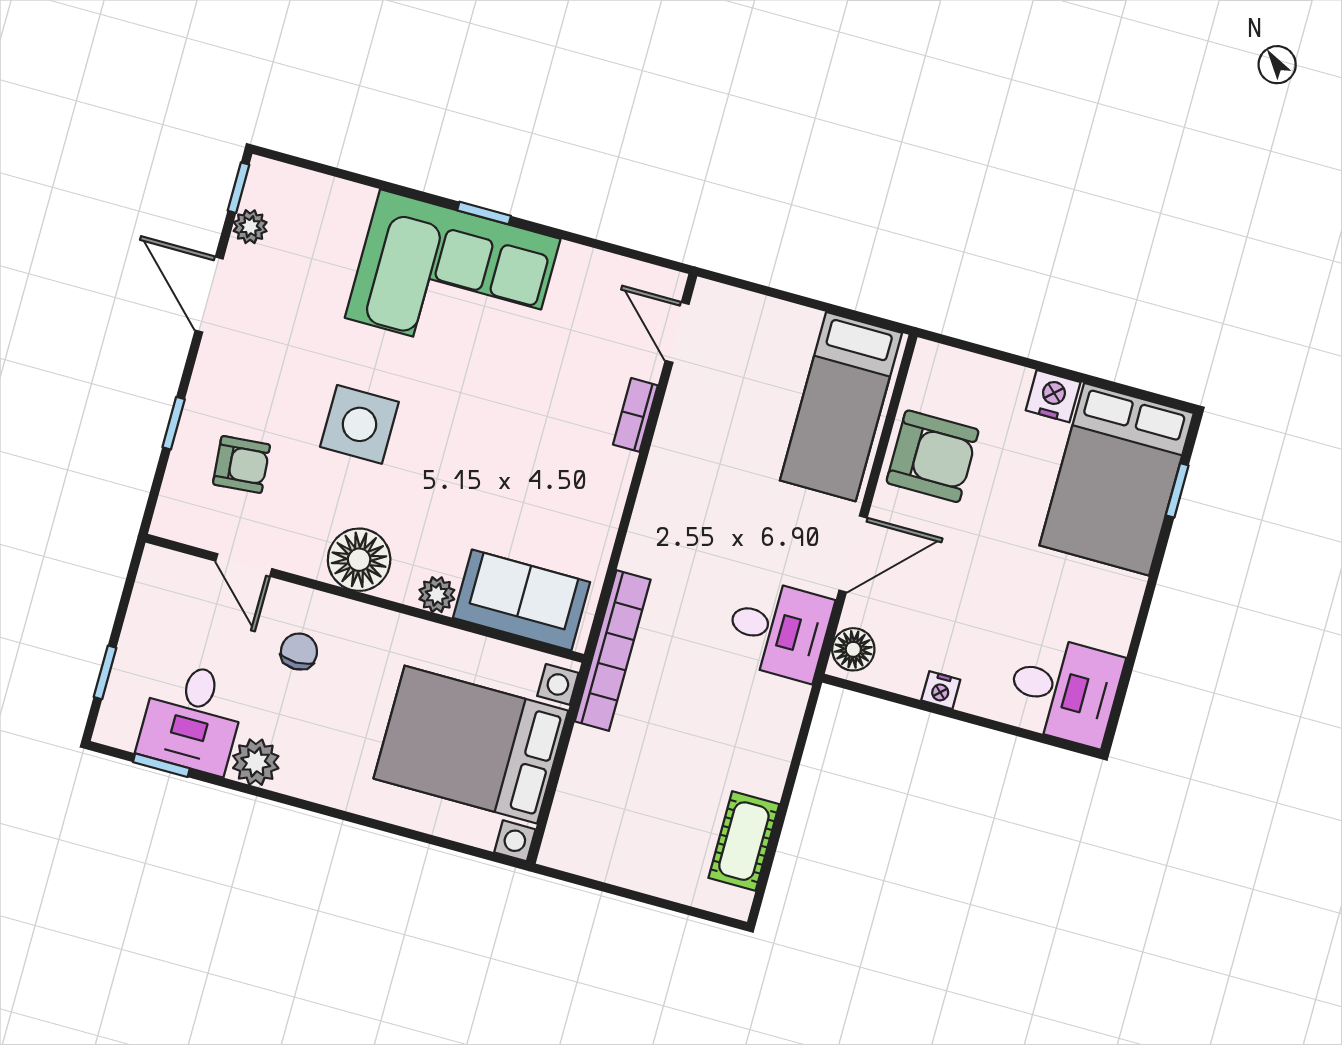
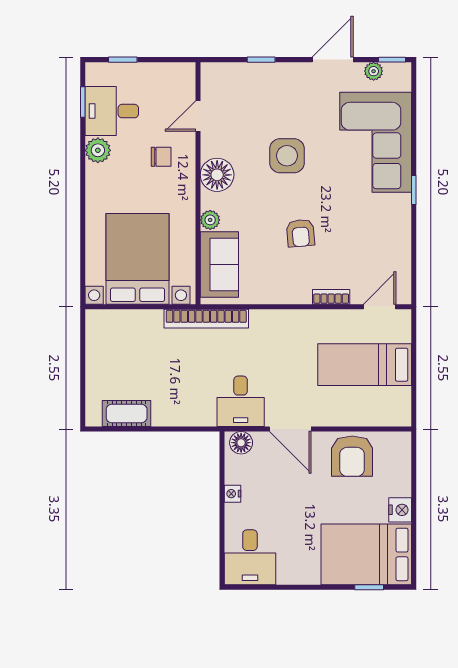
corner sofa: (453, 278) -> (376, 142), moved
bed: (841, 407) -> (365, 365), moved
armchair: (242, 464) -> (301, 233), moved

